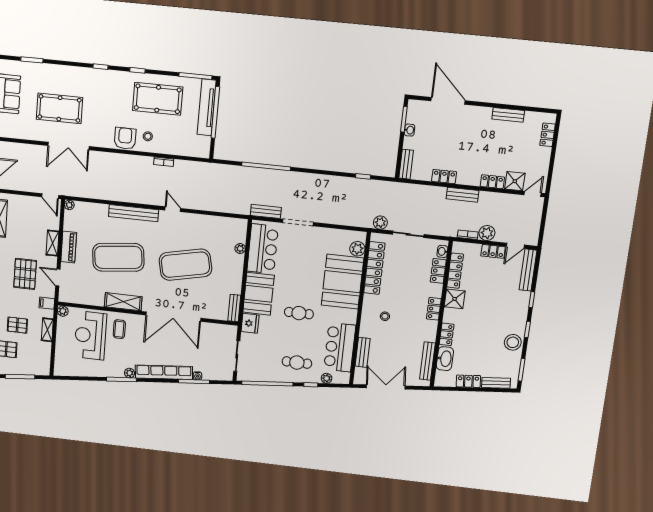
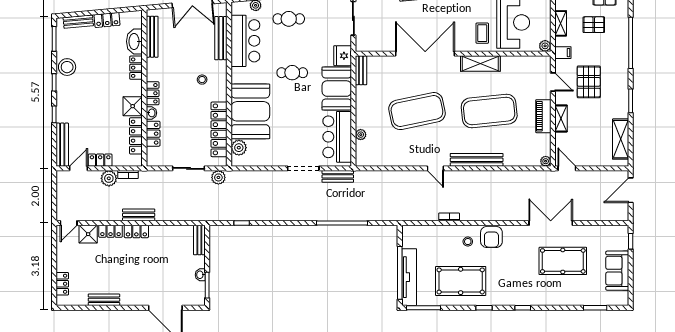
locker: (444, 177) -> (136, 231), moved
washbasin: (442, 251) -> (151, 113), moved
bench: (363, 352) -> (221, 38), width x1.36

